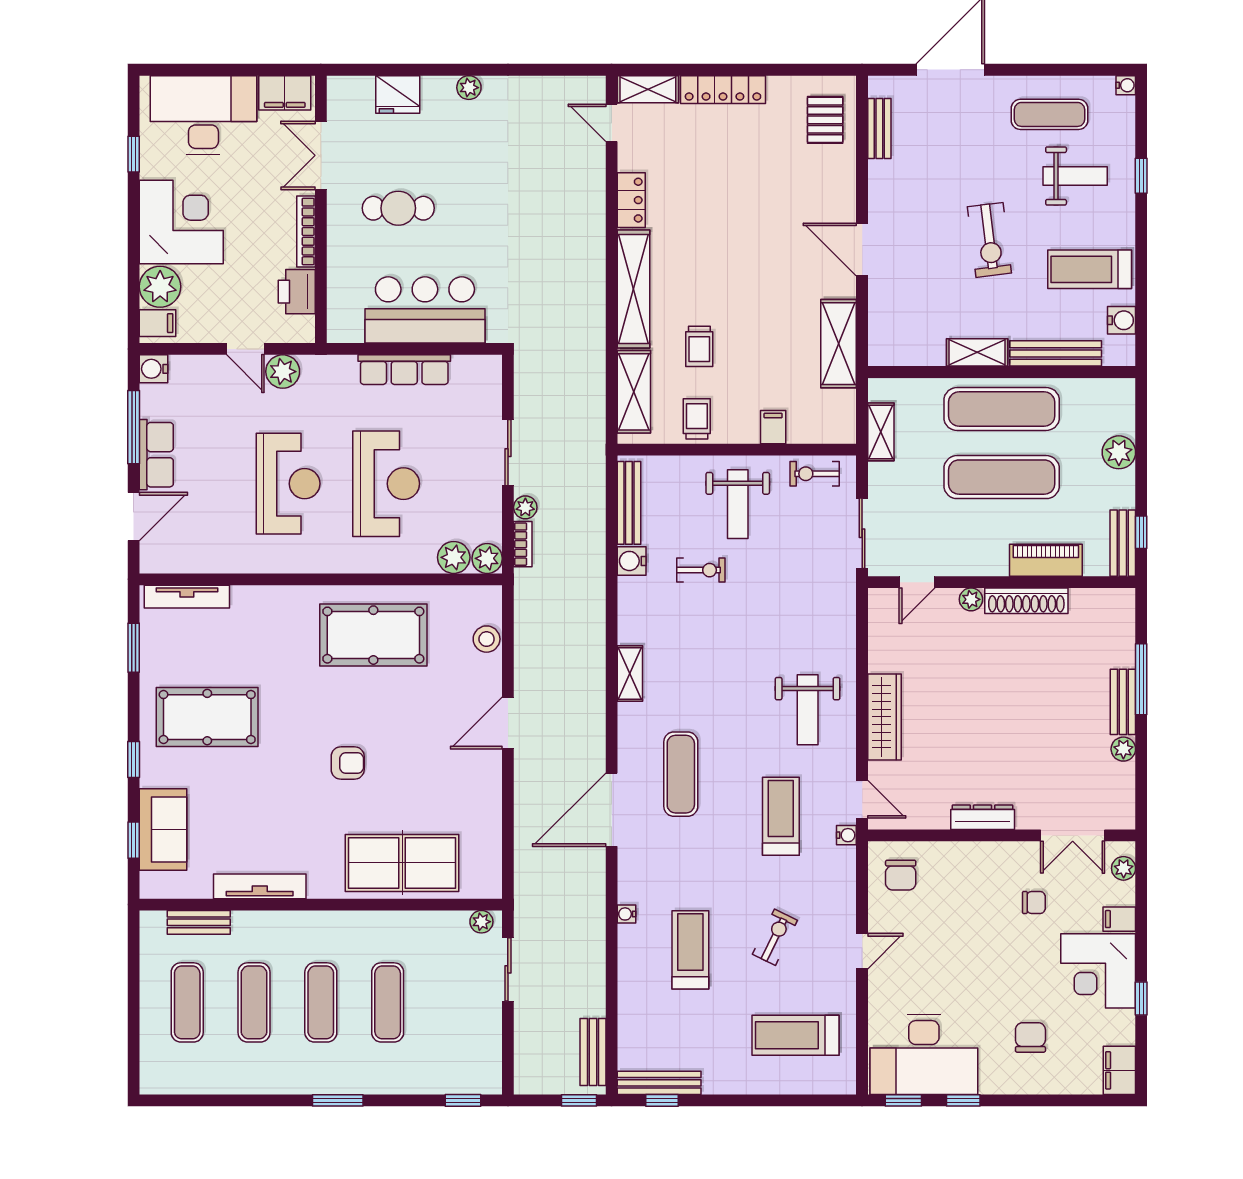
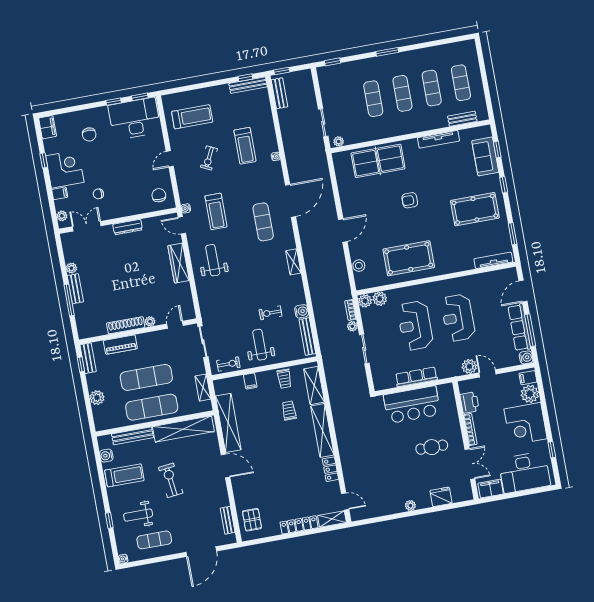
shelving: (839, 344) -> (228, 423), width x1.47
shelving: (977, 352) -> (183, 429), width x2.20, depth x1.33
row of seats: (156, 455) -> (519, 327), width x1.48

